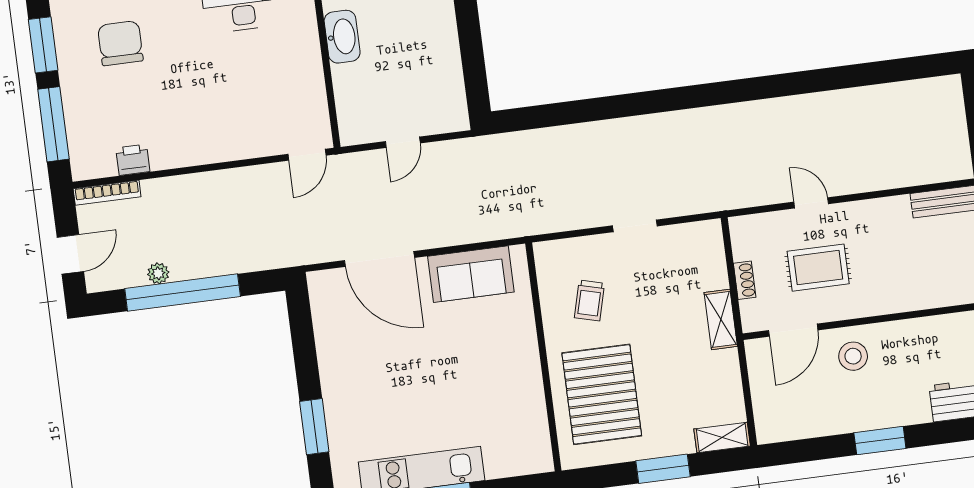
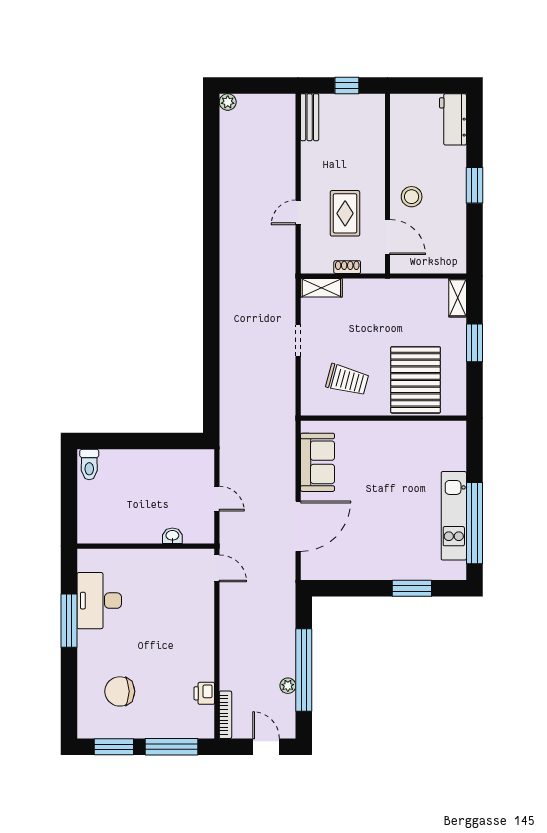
washbasin: (342, 37) -> (172, 536), moved, width x0.52, depth x0.69
plant: (950, 86) -> (228, 102), added
trolley: (589, 300) -> (347, 380), width x1.36, depth x1.39
shelving: (721, 319) -> (321, 288), moved
pallet: (602, 394) -> (416, 380), turned 90

